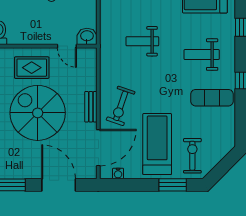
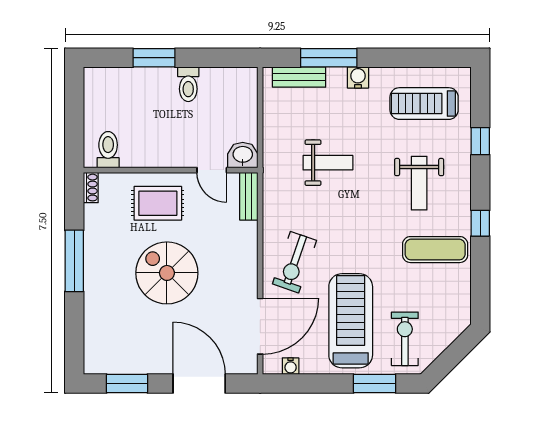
weight bench: (142, 41) -> (328, 163), turned 180
weight bench: (202, 55) -> (419, 183), turned -90
bench: (91, 107) -> (249, 196), moved
spiral stairs: (38, 113) -> (167, 273), width x0.73, depth x0.73

